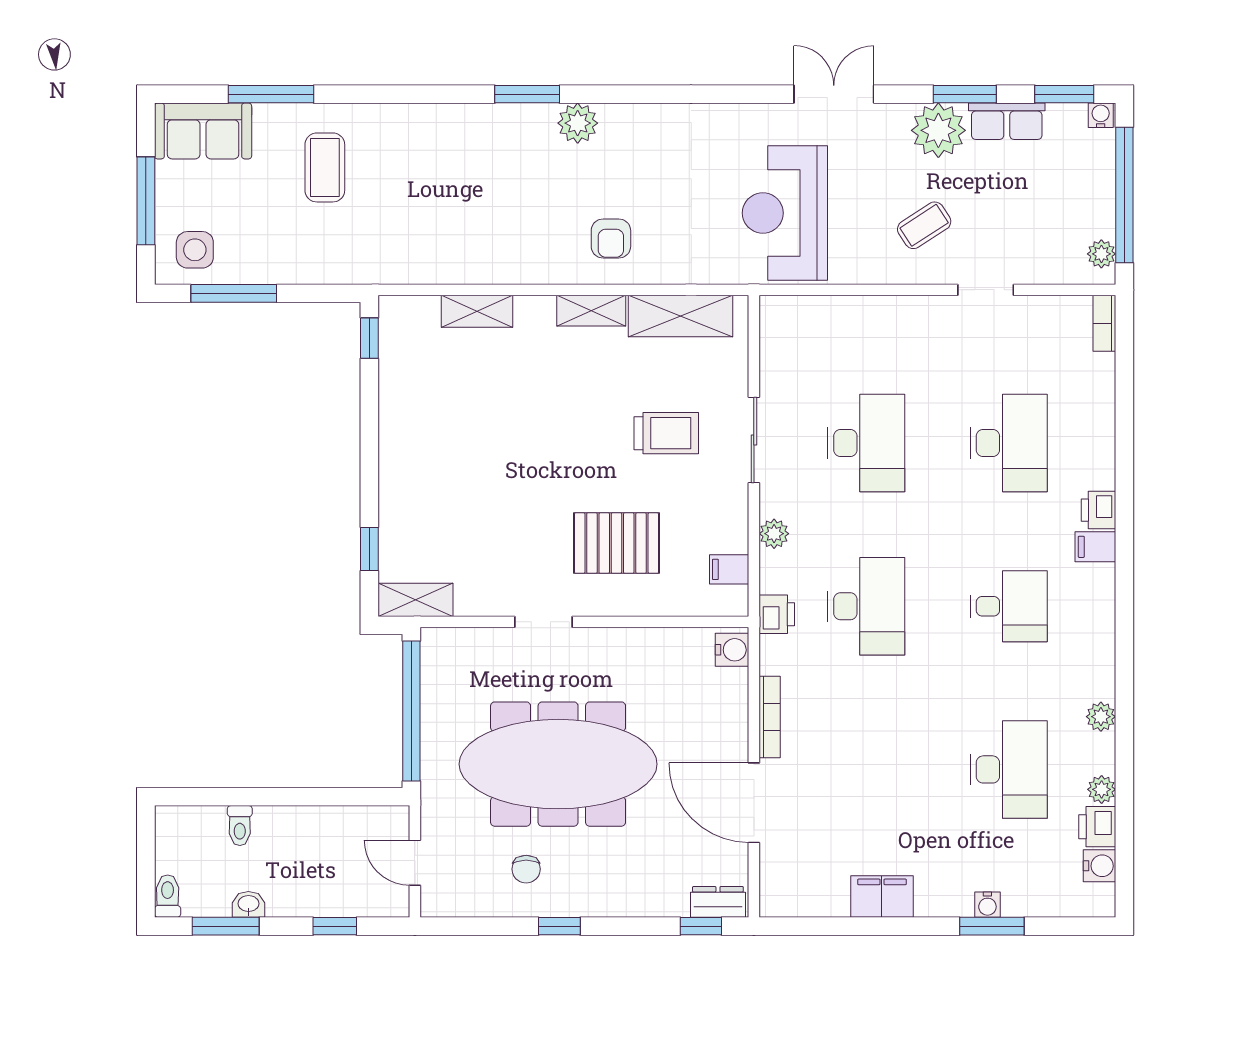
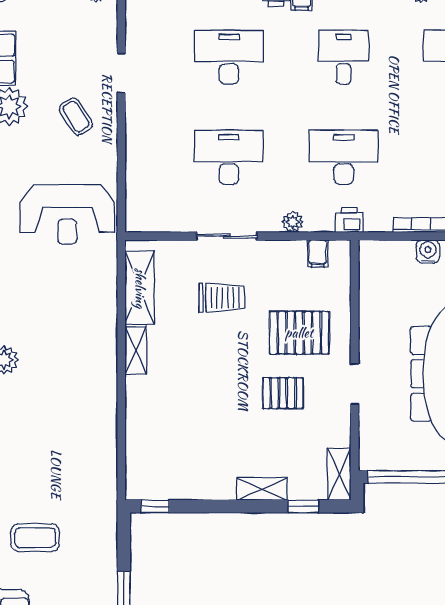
armchair: (611, 239) -> (85, 337), removed
shelving: (477, 311) -> (262, 489), moved, turned 90
trolley: (666, 433) -> (222, 298), turned 90
pallet: (531, 520) -> (283, 393), added
pallet: (616, 543) -> (299, 333), turned 90
water cooler: (732, 650) -> (428, 251), moved

